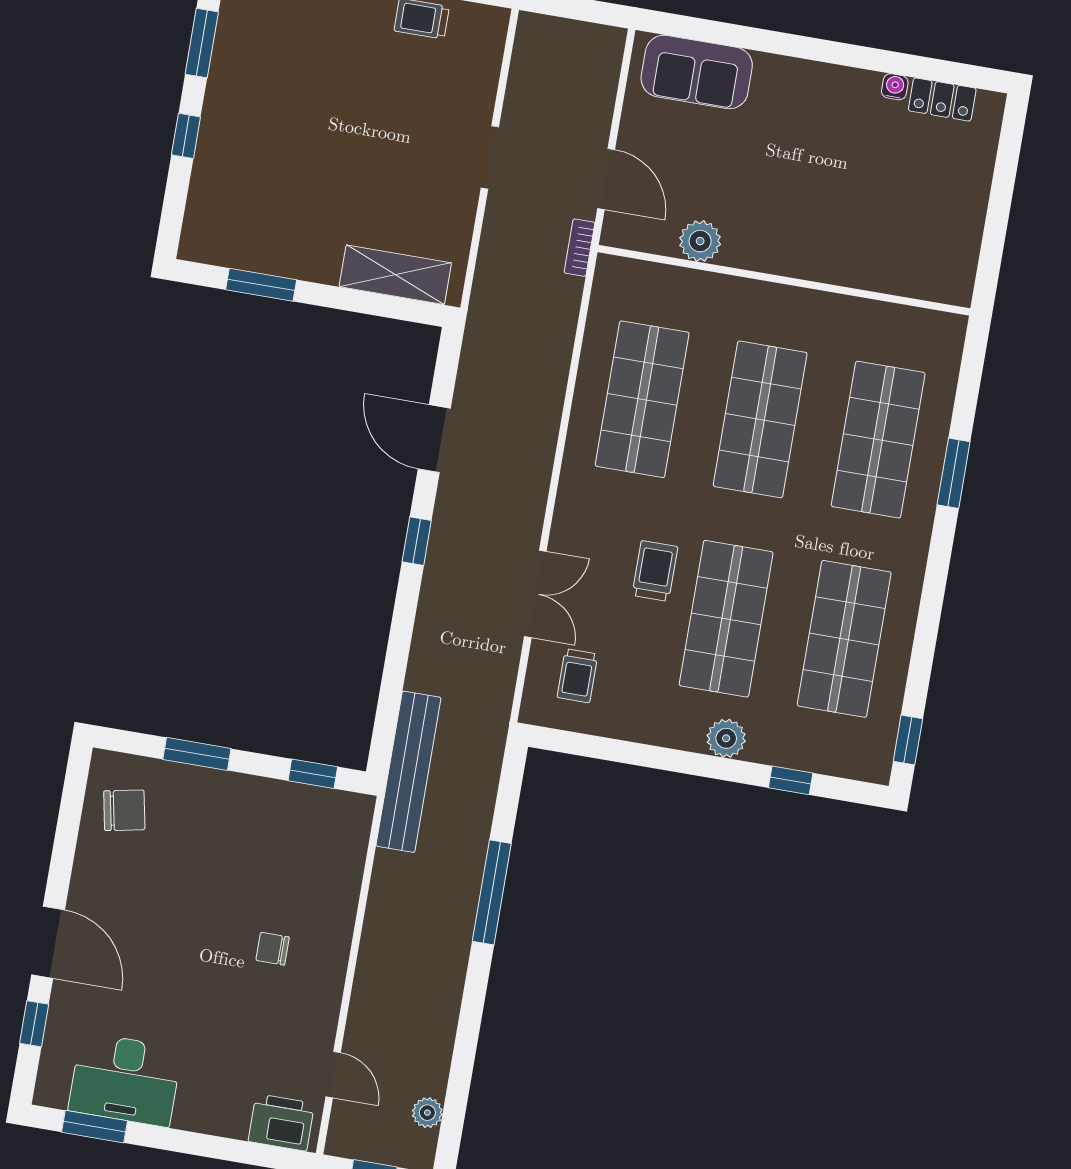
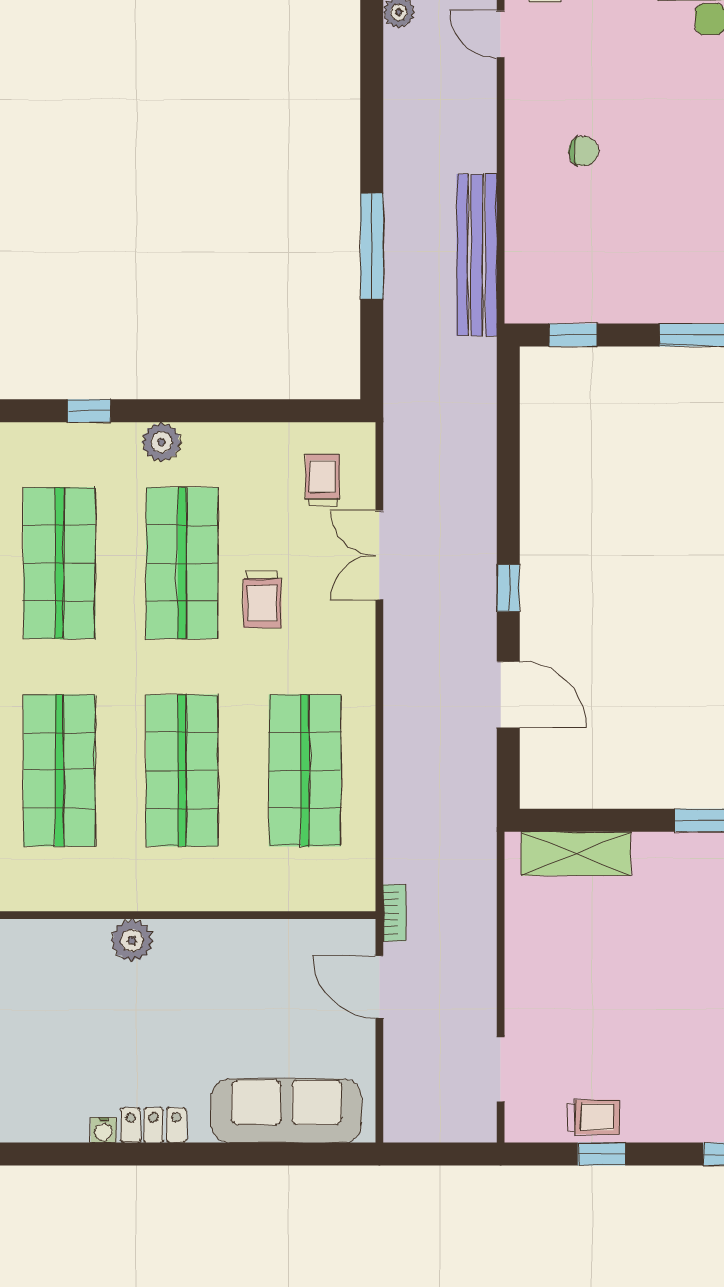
sofa: (697, 72) -> (286, 1111), width x1.36
locker: (942, 99) -> (154, 1125), moved
doorway: (490, 157) -> (501, 1069), moved
plant: (700, 241) -> (132, 940), moved
bench: (408, 772) -> (477, 255), moved

